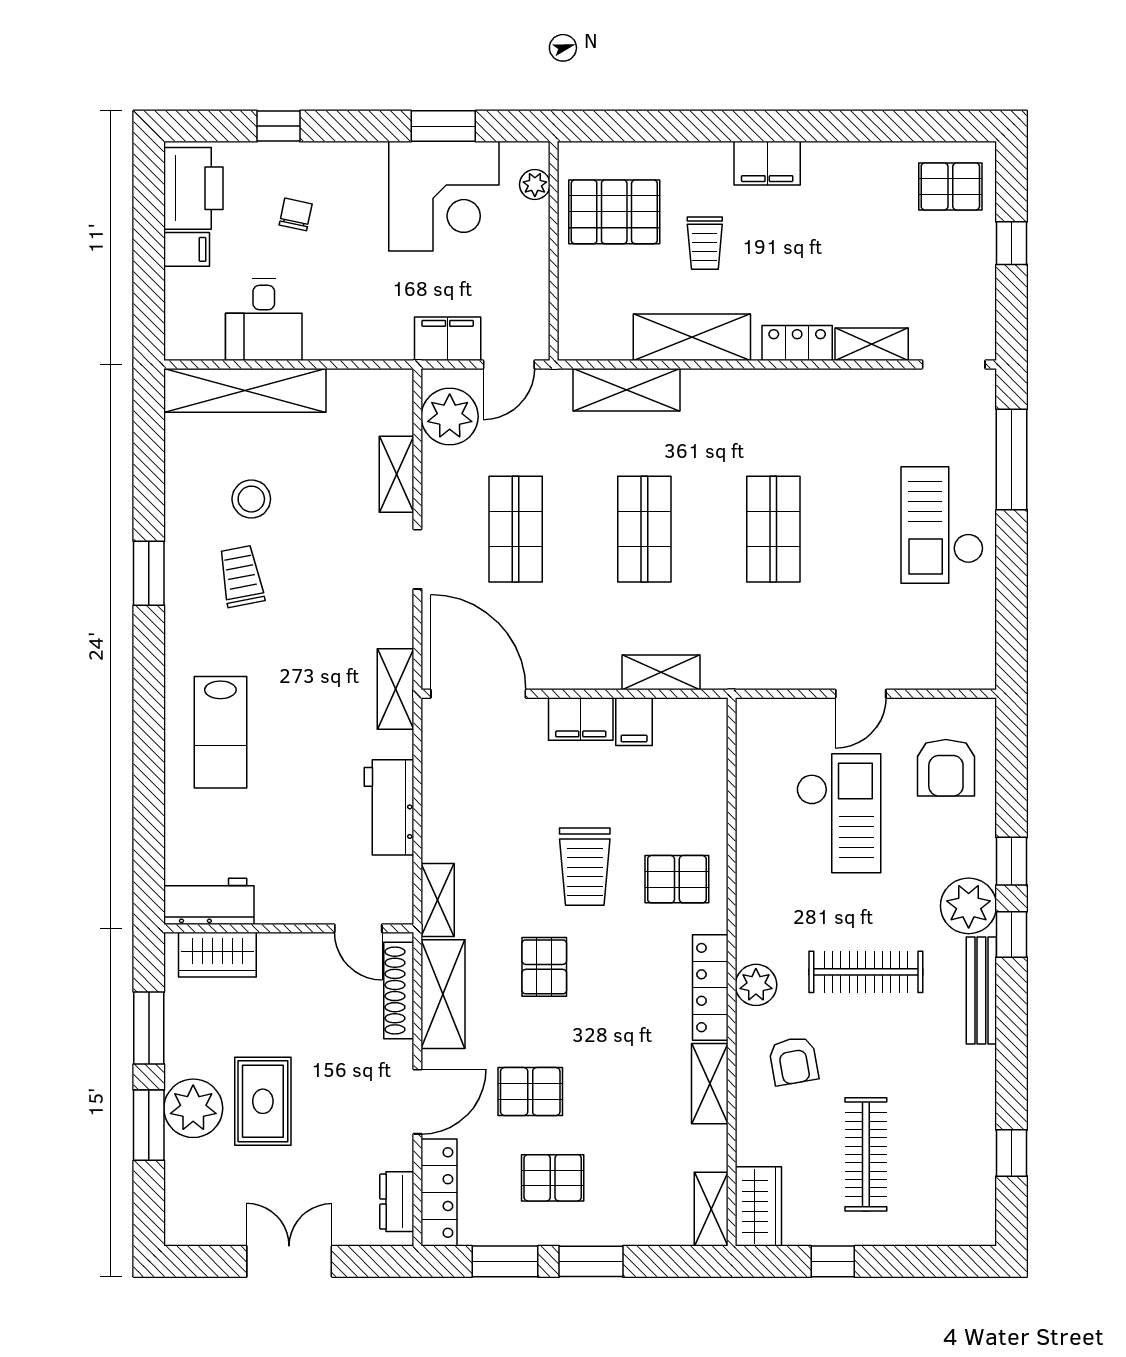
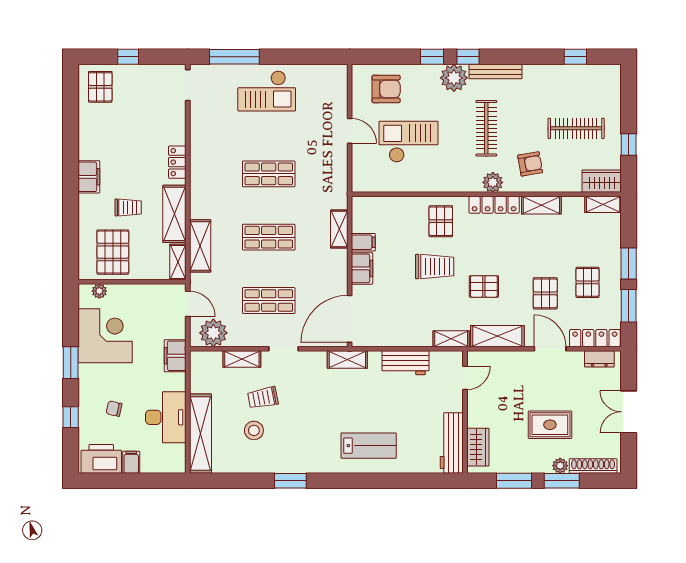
window: (443, 126) -> (71, 363), moved
desk: (264, 320) -> (166, 417), width x1.37
filing cabinet: (448, 339) -> (175, 356), moved
shelving: (872, 344) -> (178, 262), moved
trolley: (241, 576) -> (263, 398), moved
workbench: (209, 901) -> (452, 443), width x1.37
shoe rack: (399, 991) -> (593, 466), moved, turned 180
plant: (193, 1108) -> (560, 466), width x0.53, depth x0.53

